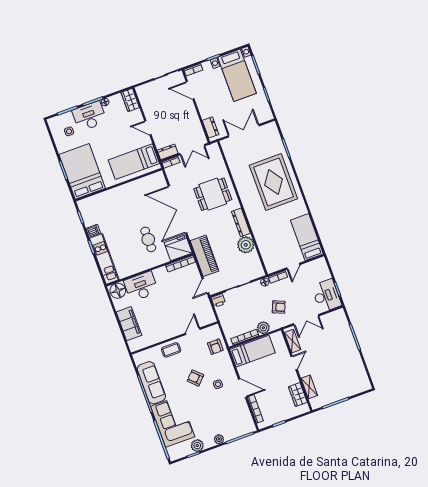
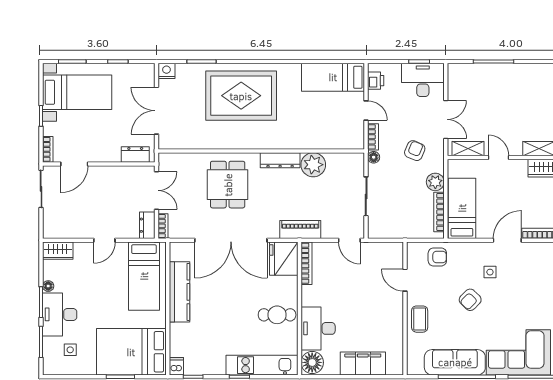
nightstand: (272, 128) -> (166, 71), added
kitchen counter: (132, 188) -> (179, 292), added
dishwasher: (93, 231) -> (176, 366), moved
cafe table: (148, 239) -> (277, 315), moved
piano: (205, 256) -> (300, 230), width x0.73, depth x0.75
printer: (218, 301) -> (376, 81), moved

